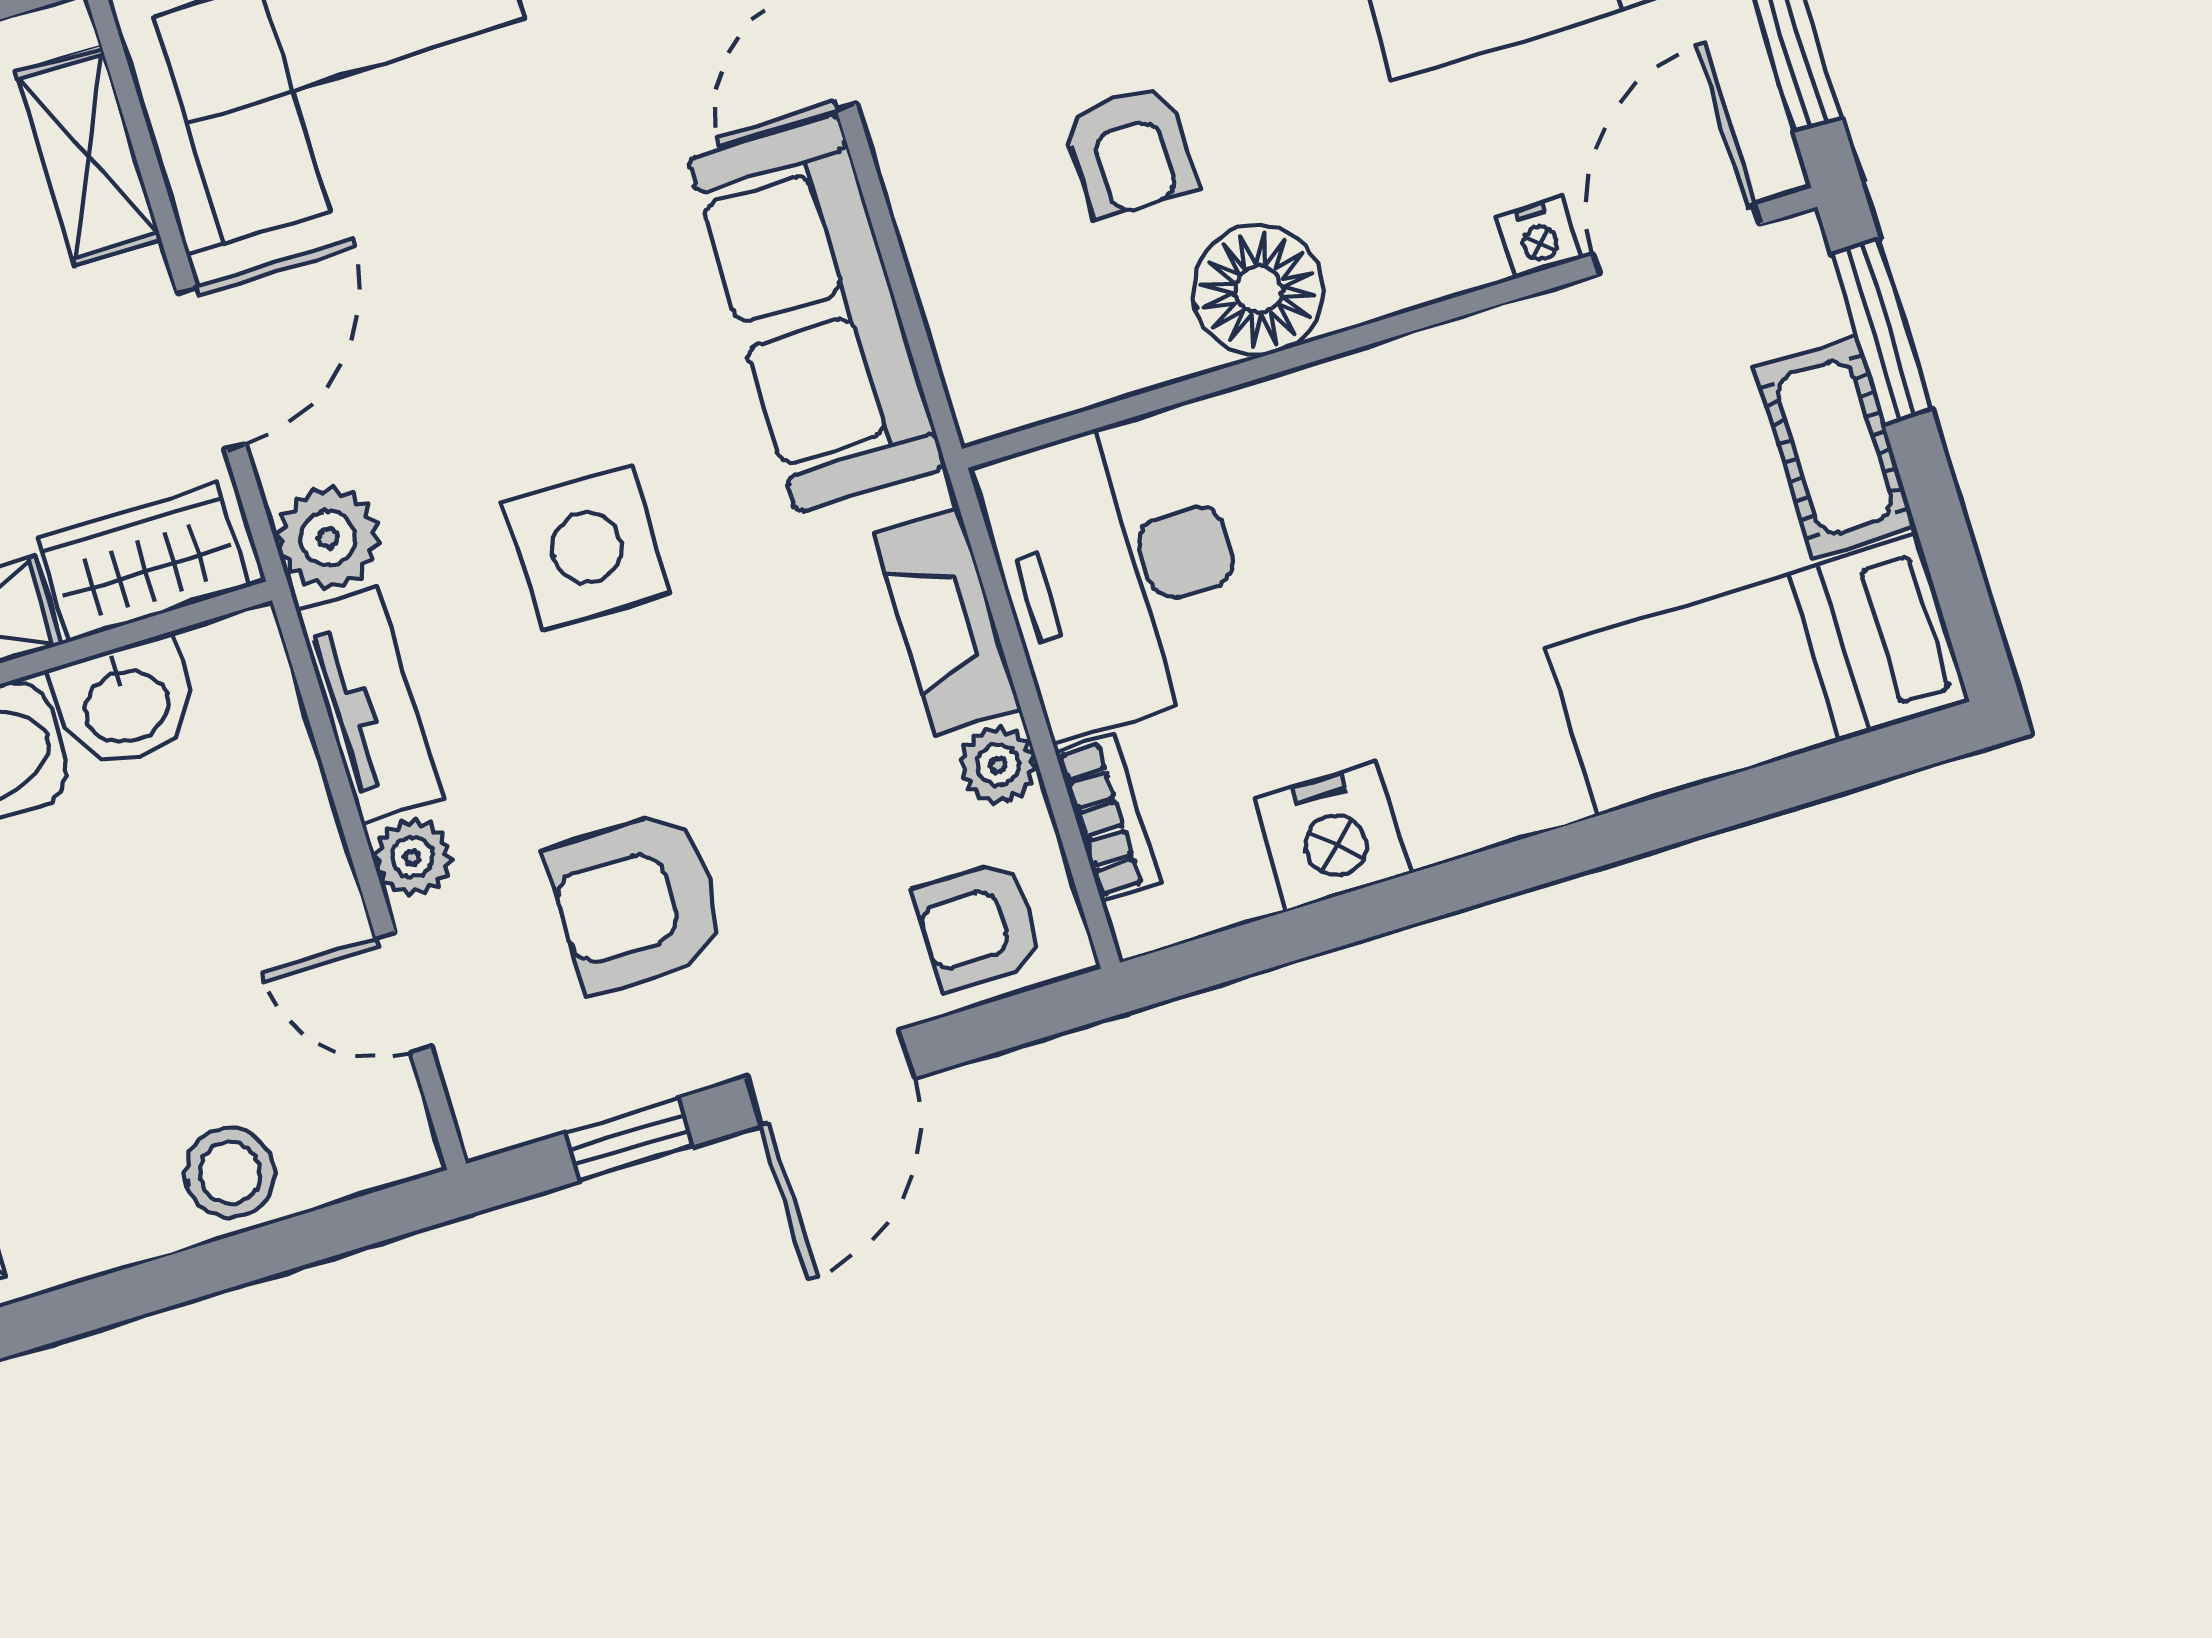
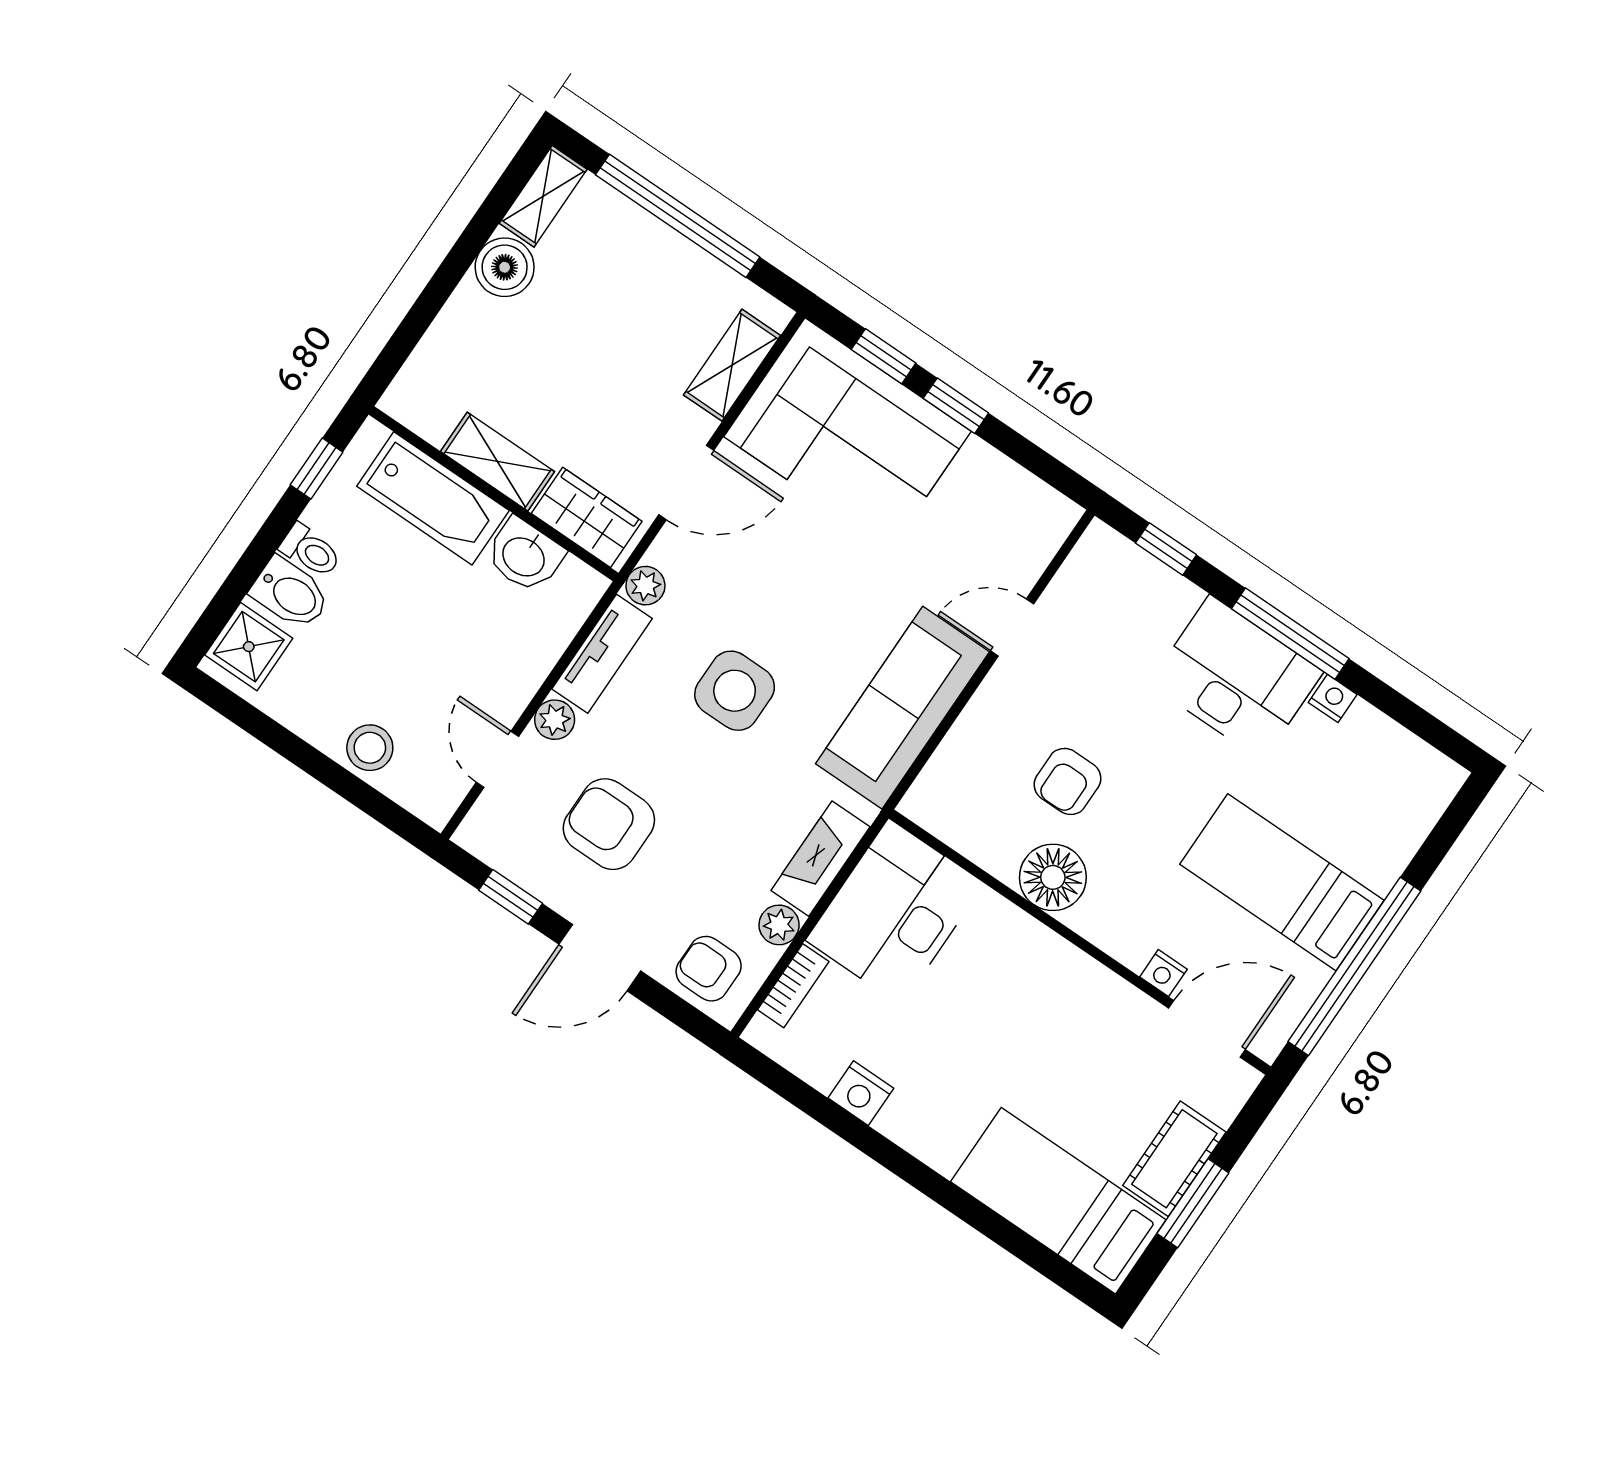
window: (1881, 331) -> (1193, 1203), moved
plant: (328, 538) -> (645, 586), width x0.73, depth x0.73
nightstand: (1333, 836) -> (861, 1093), width x0.74, depth x0.75

